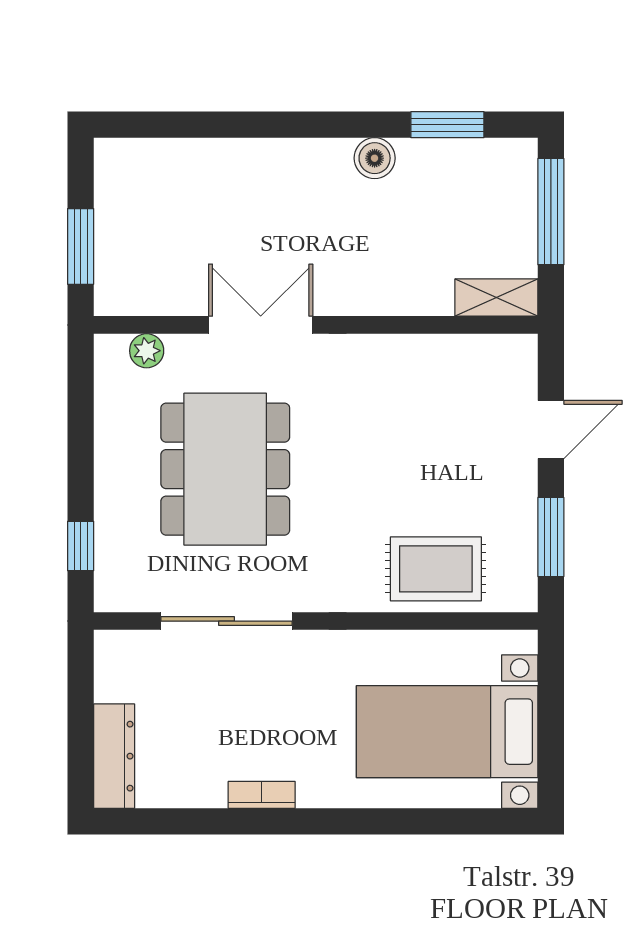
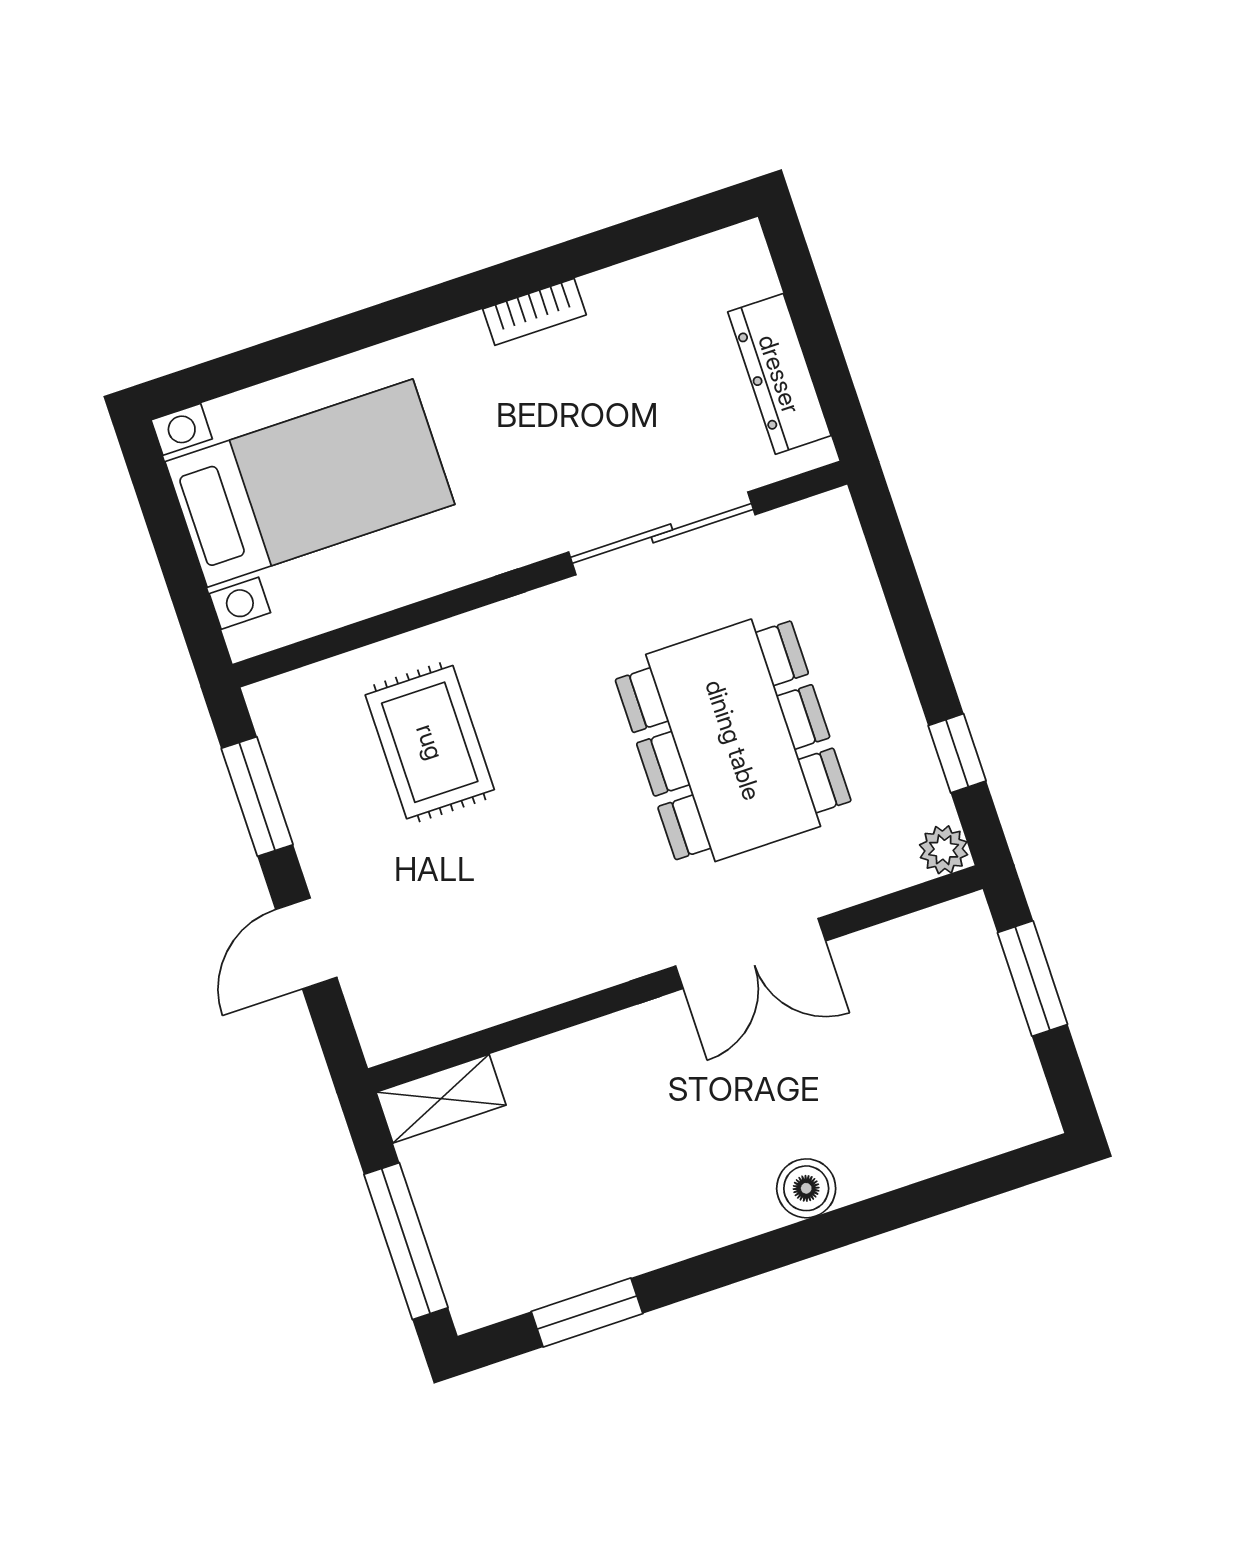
boiler: (375, 158) -> (806, 1188), moved
plant: (147, 351) -> (944, 850), moved
window: (81, 546) -> (957, 753), moved
rug: (436, 569) -> (430, 742), moved, turned 90
dresser: (114, 756) -> (779, 374), moved

